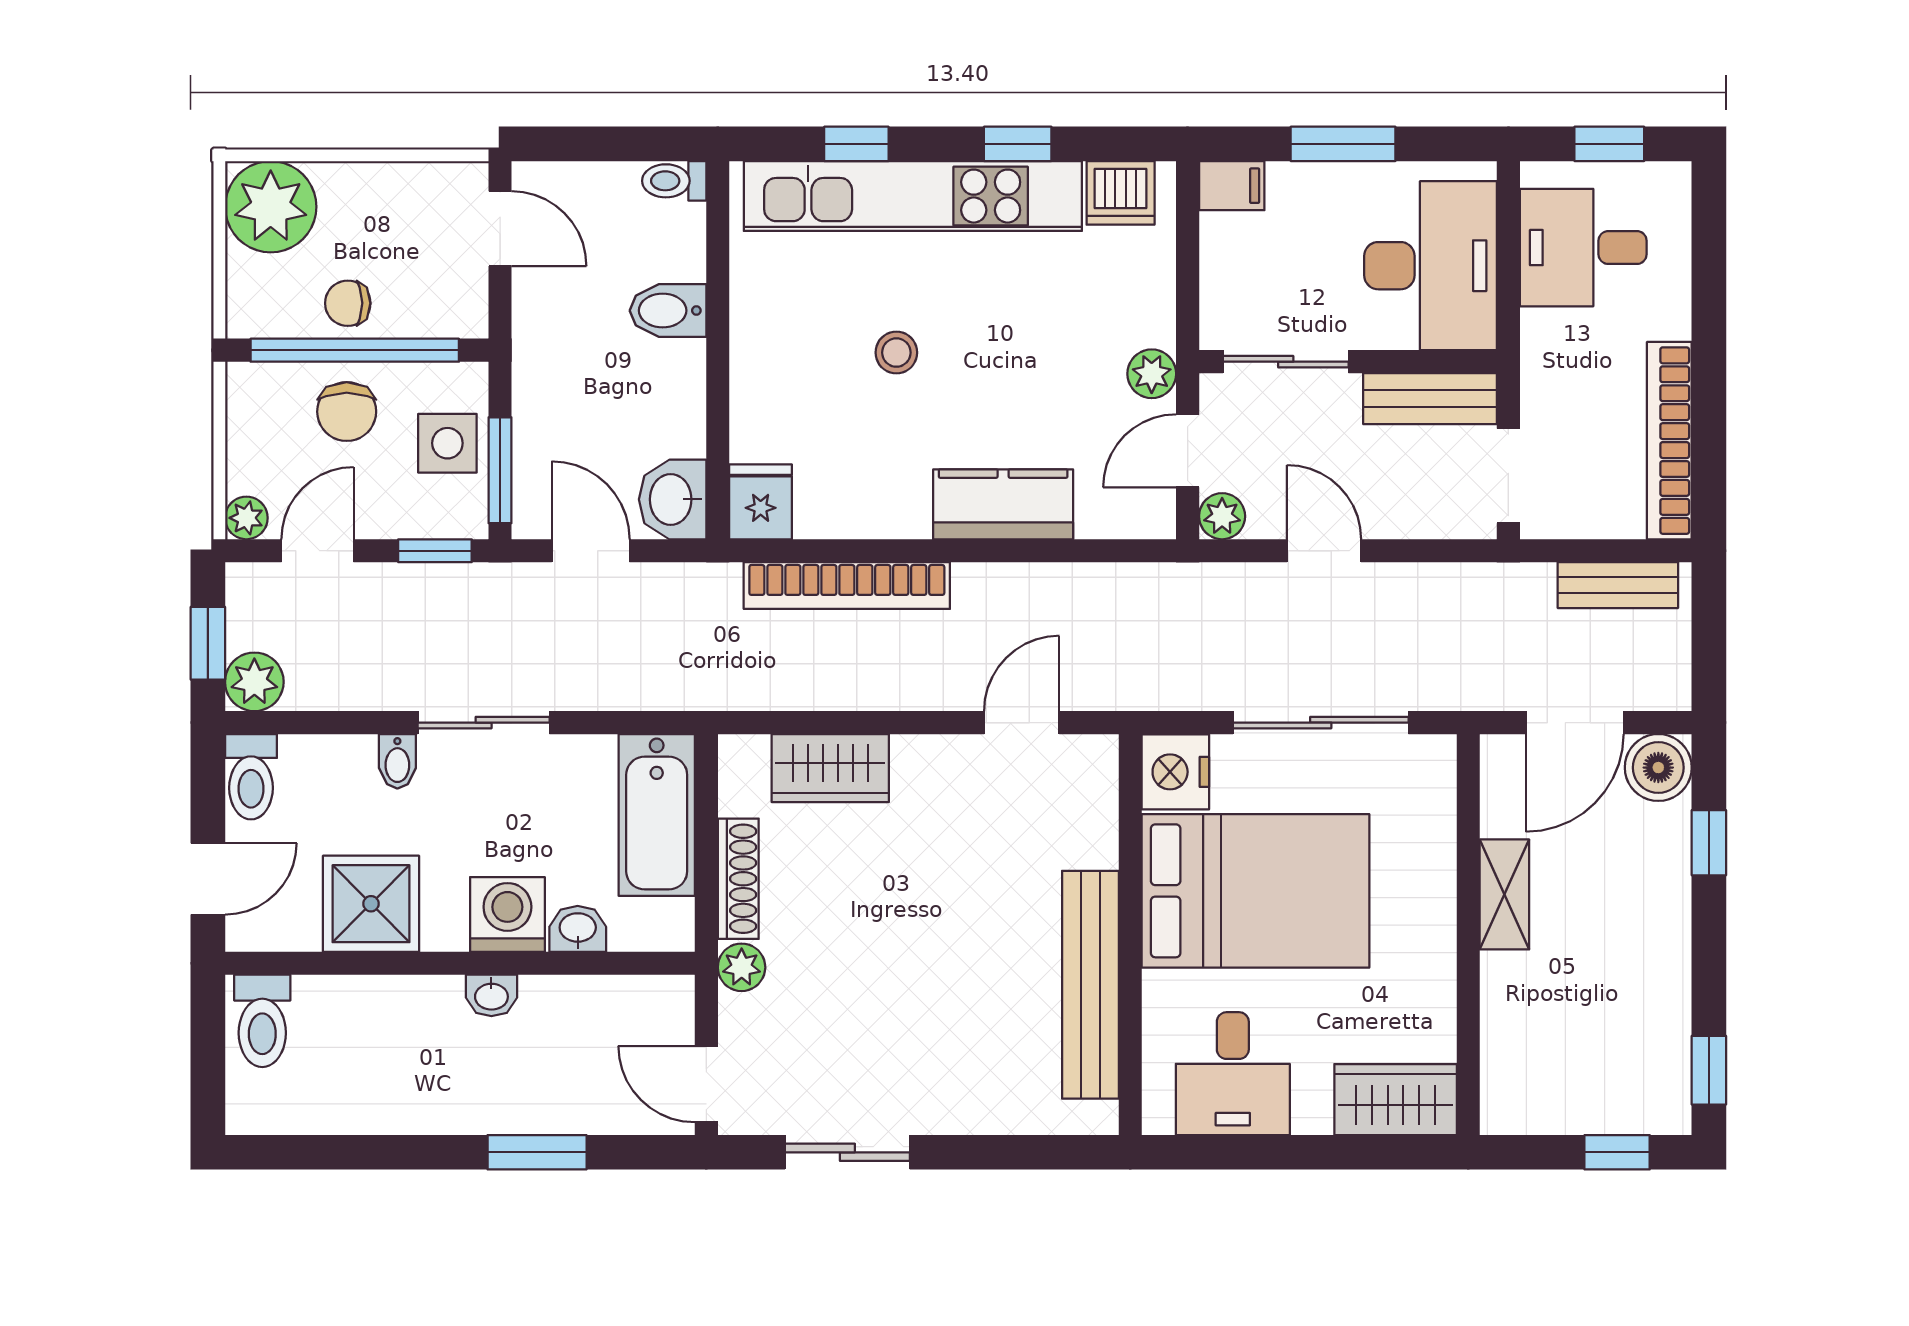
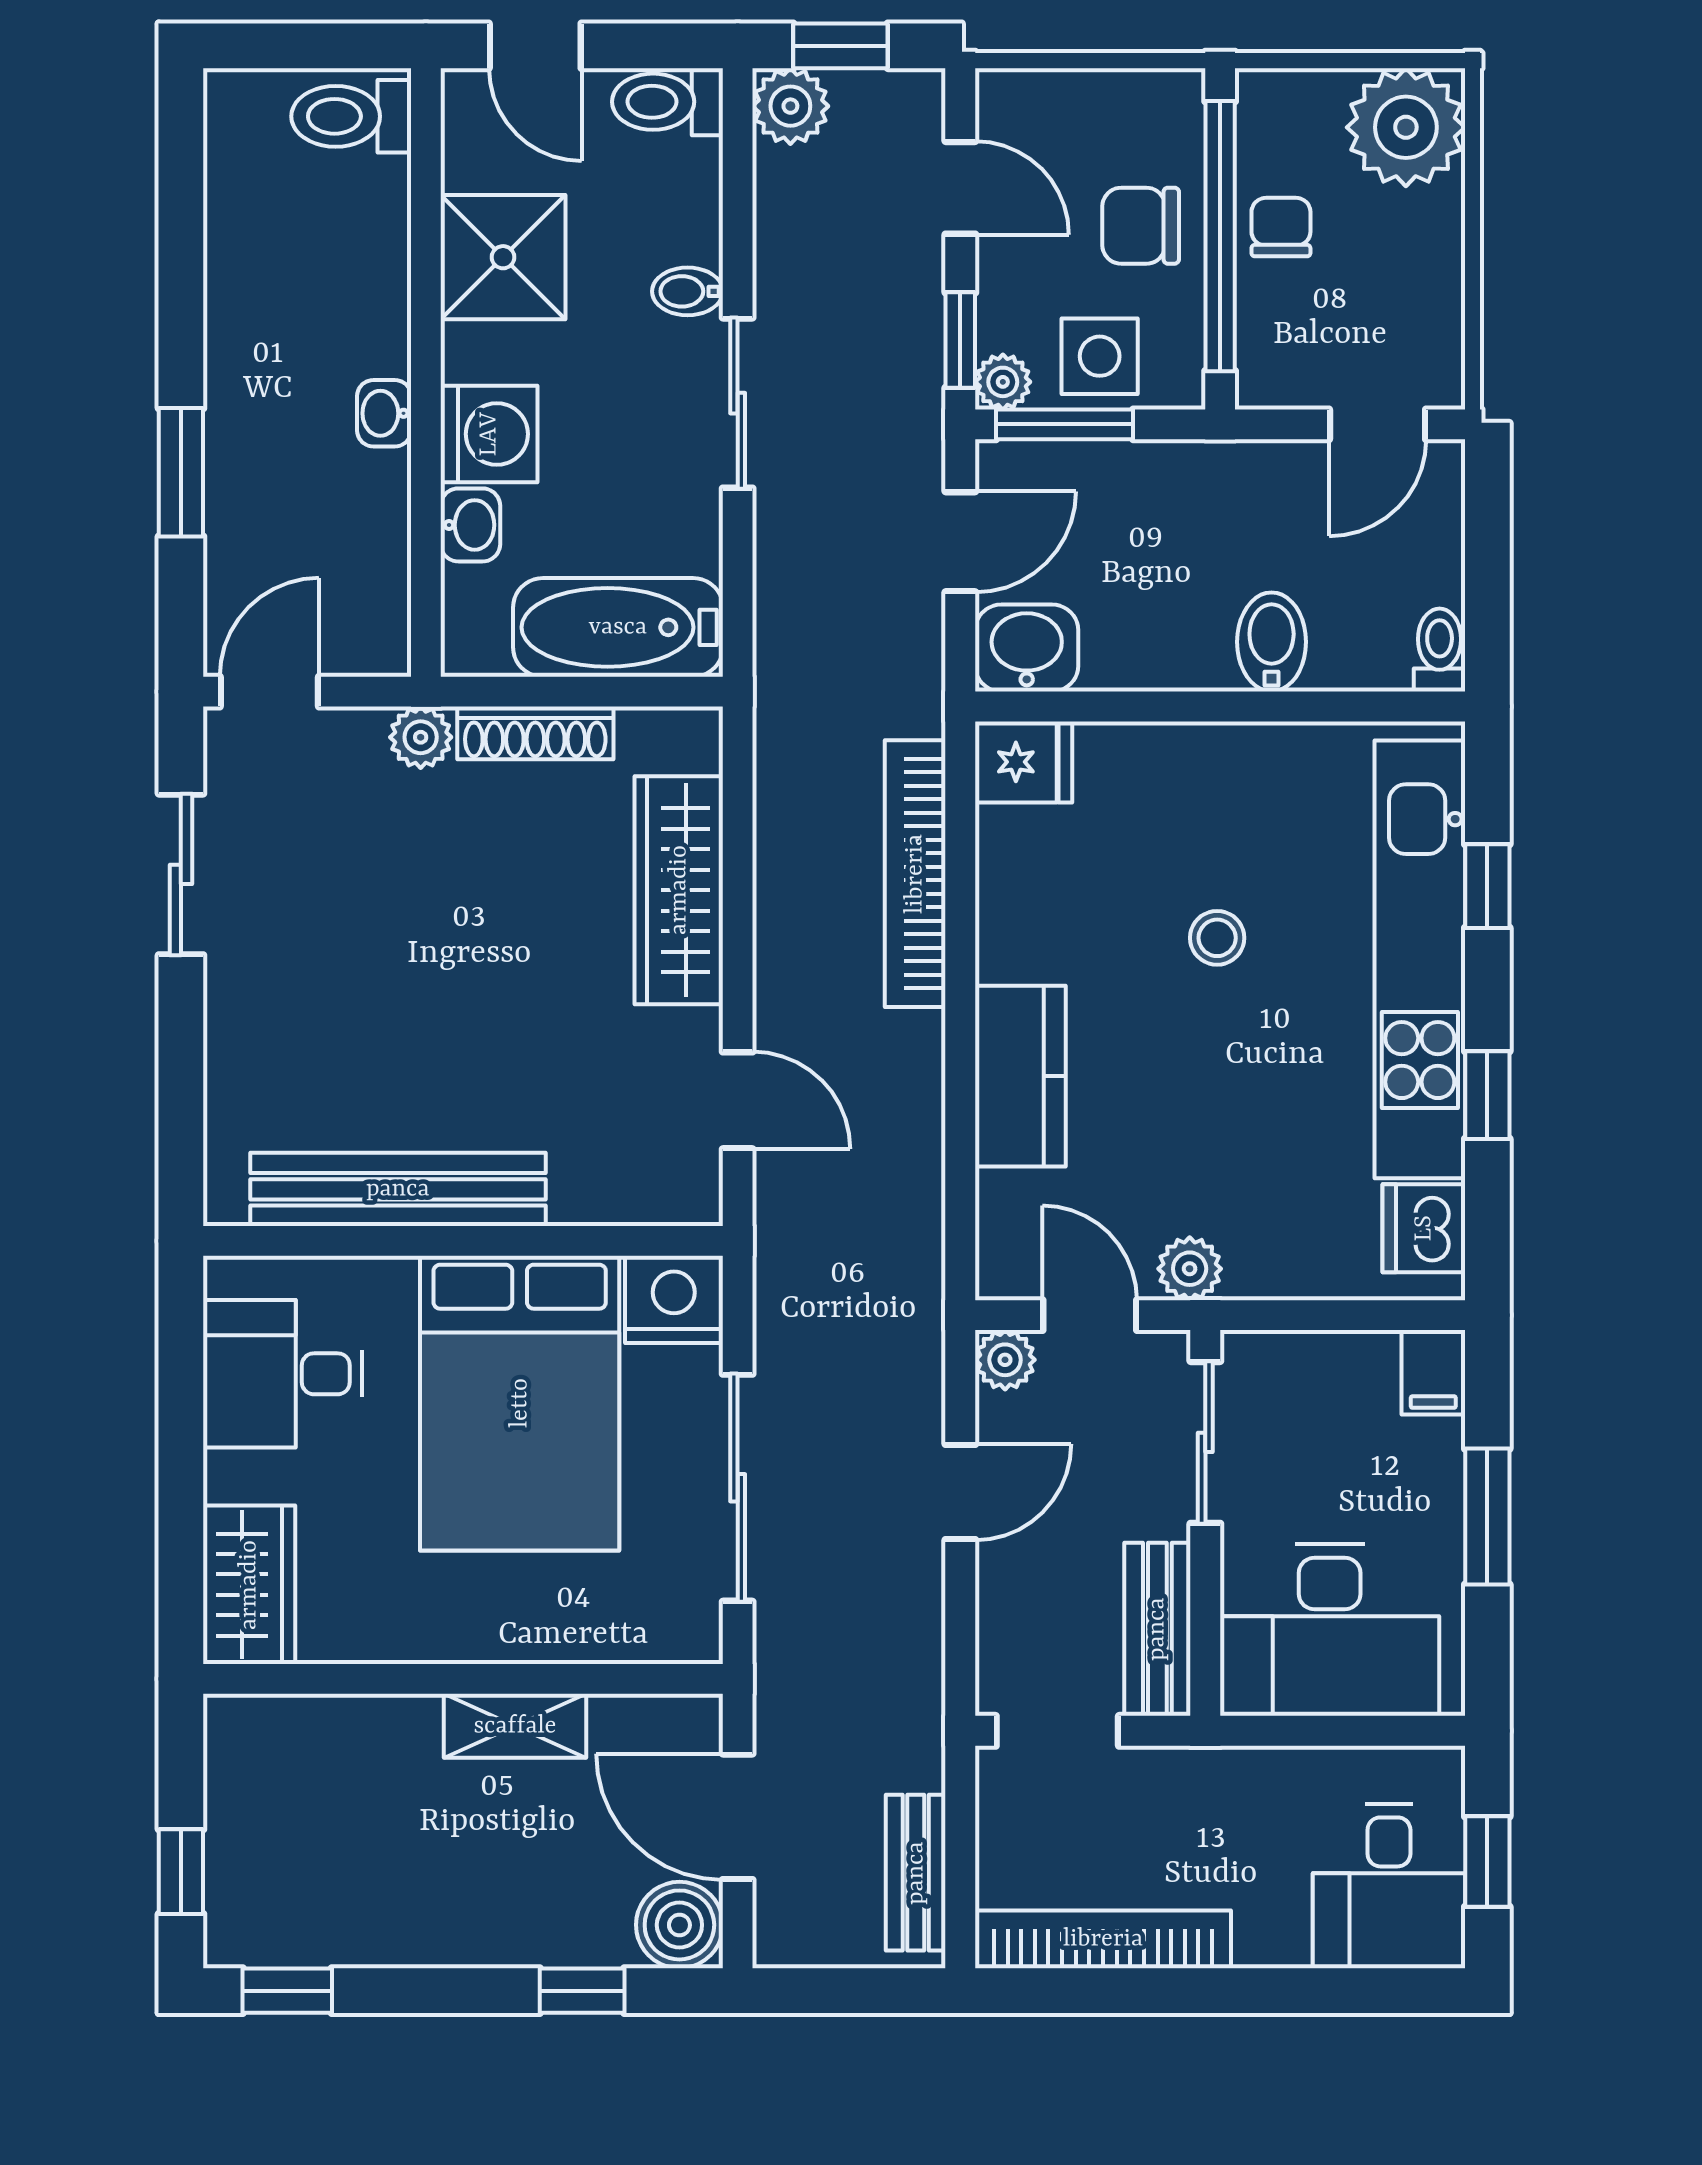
desk: (1583, 248) -> (1389, 1886), moved, turned 180
plant: (246, 518) -> (1003, 382), moved
wardrobe: (830, 768) -> (679, 890), width x1.50

